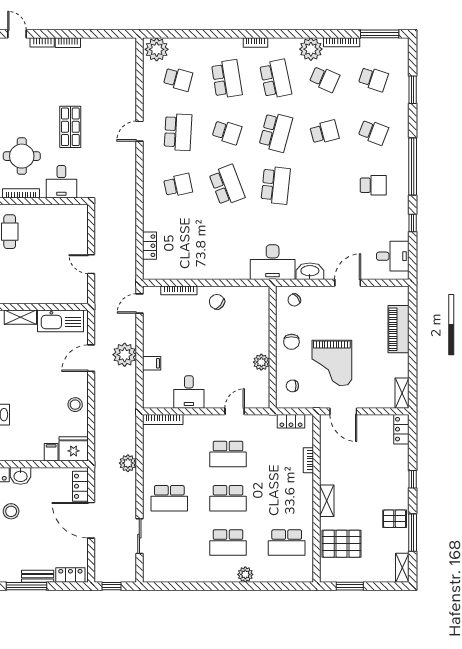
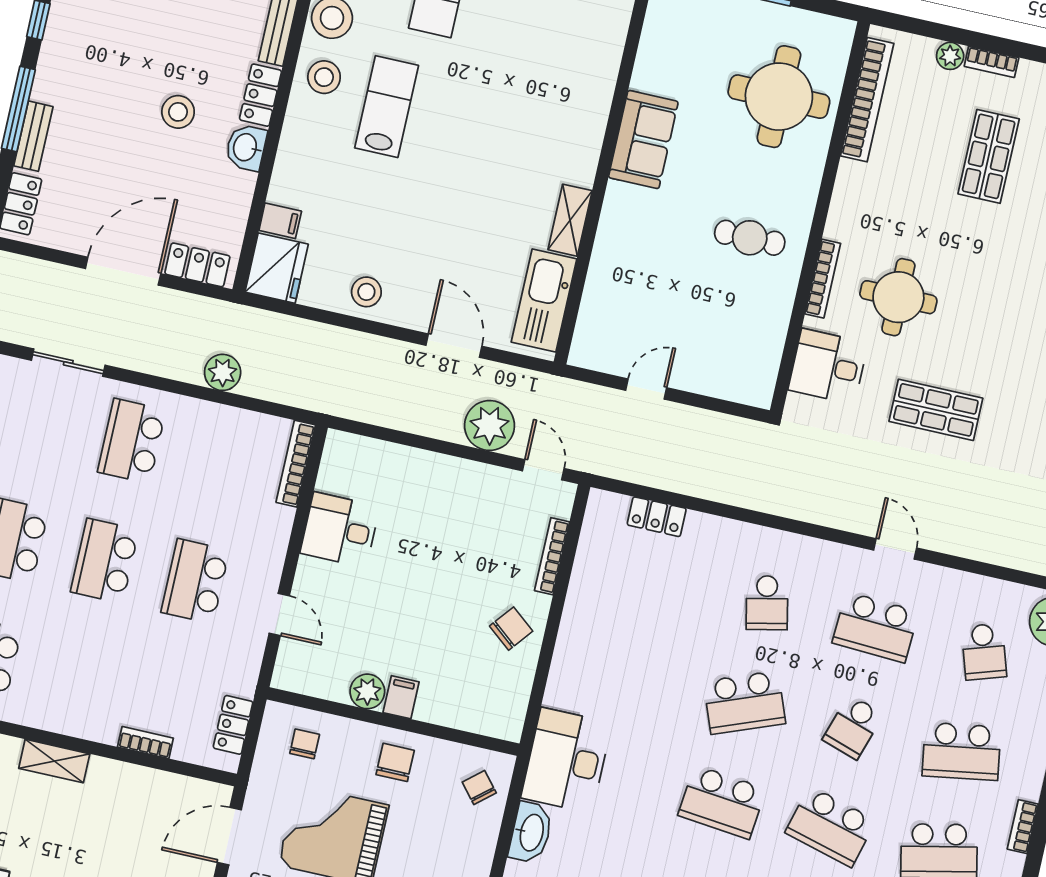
school desk: (178, 79) -> (984, 652), turned -33
chair: (291, 342) -> (395, 762), turned 90
plant: (125, 355) -> (490, 426), moved
filing cabinet: (152, 363) -> (401, 697), moved, turned 180

